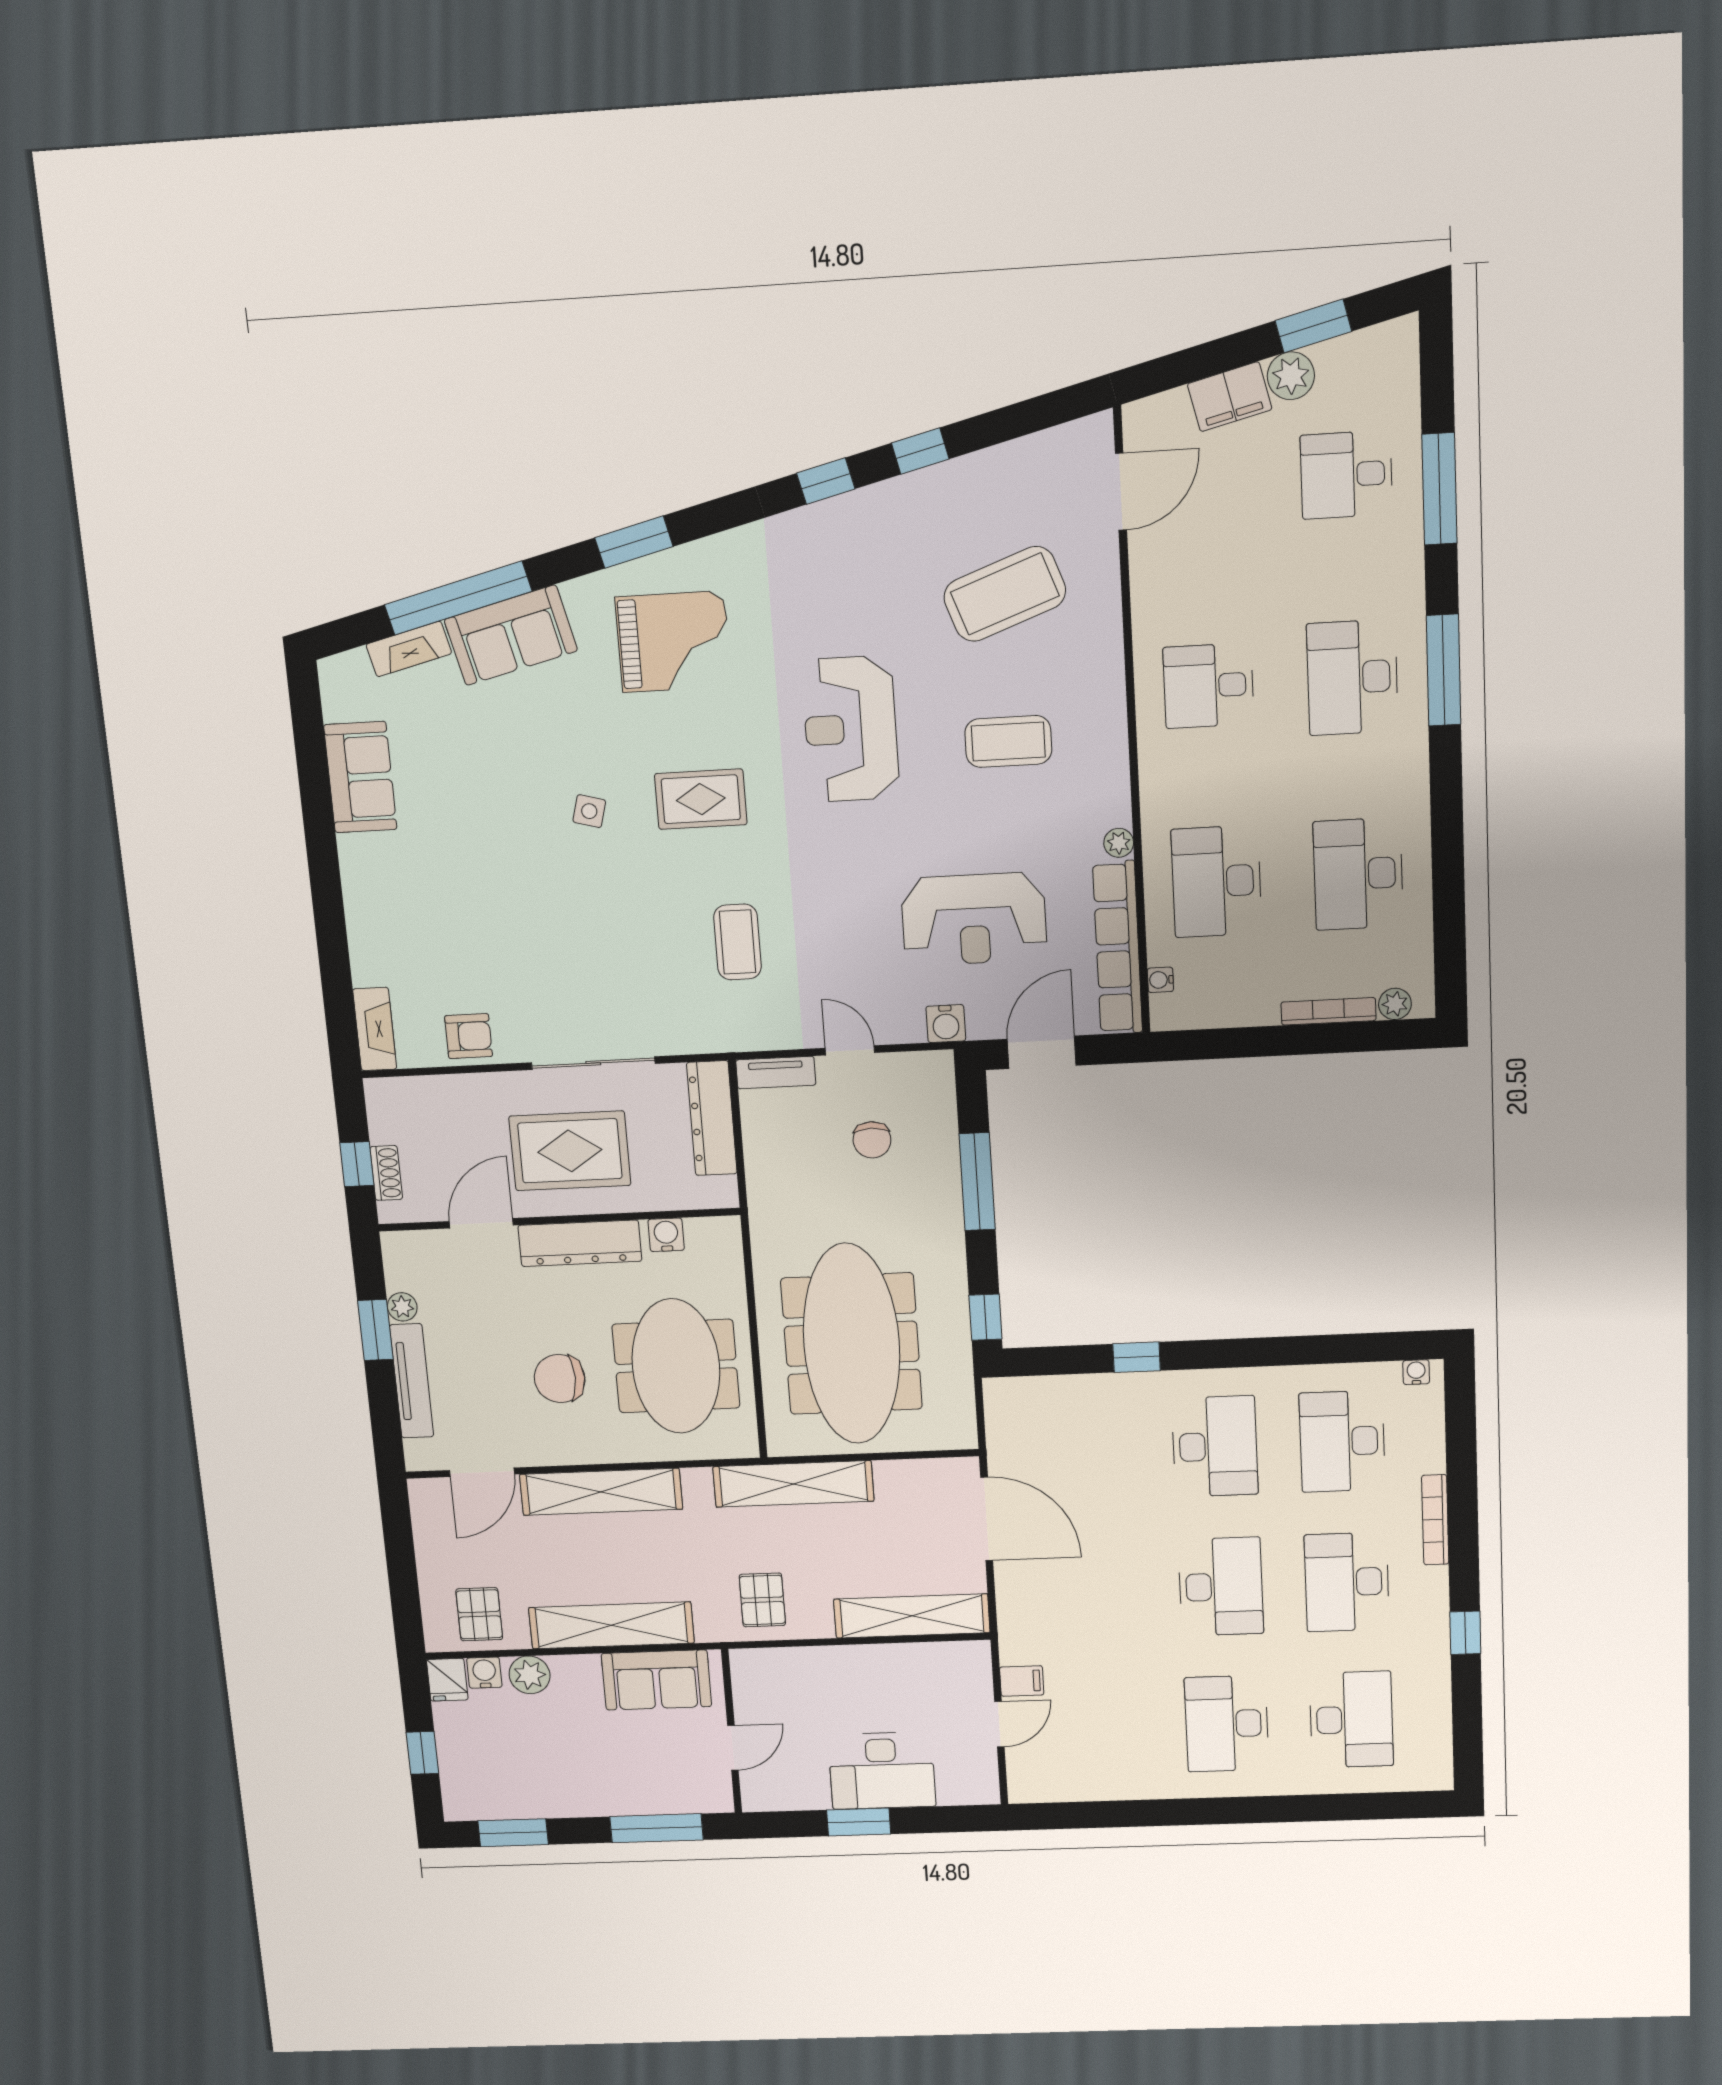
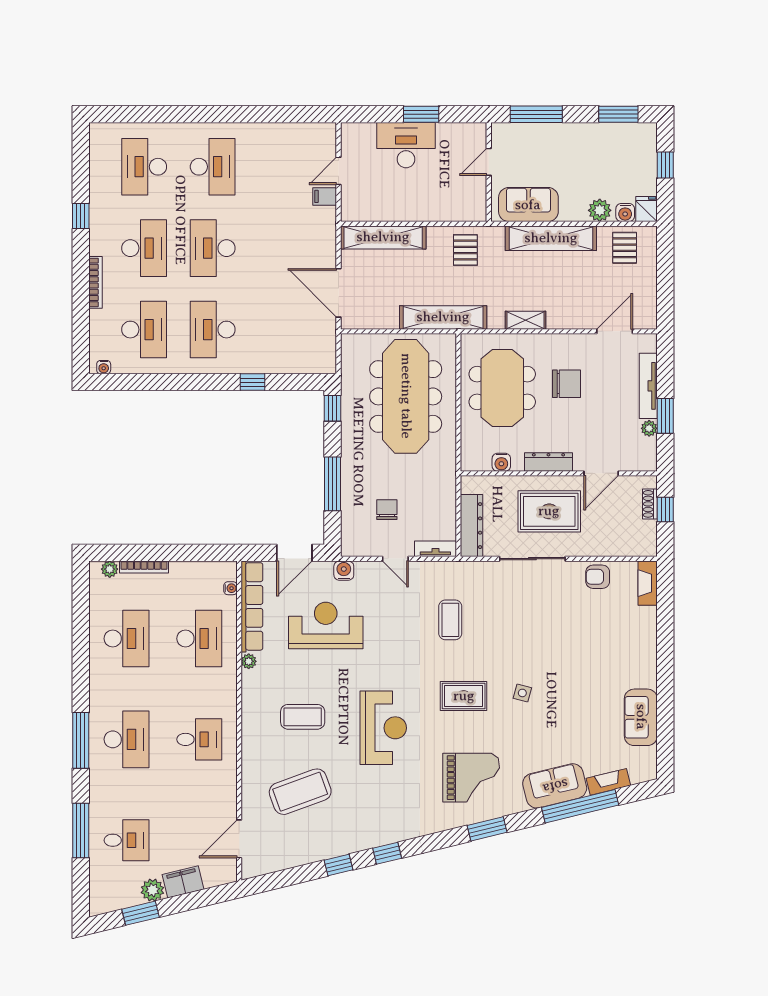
grand piano: (673, 642) -> (471, 778), turned 180
dresser: (580, 1243) -> (548, 462), width x0.73, depth x0.80
shelving: (601, 1492) -> (525, 320), width x0.45, depth x0.75

